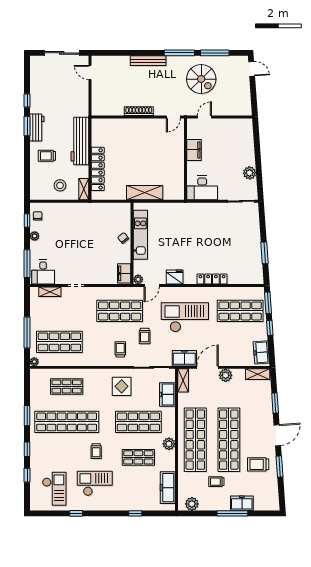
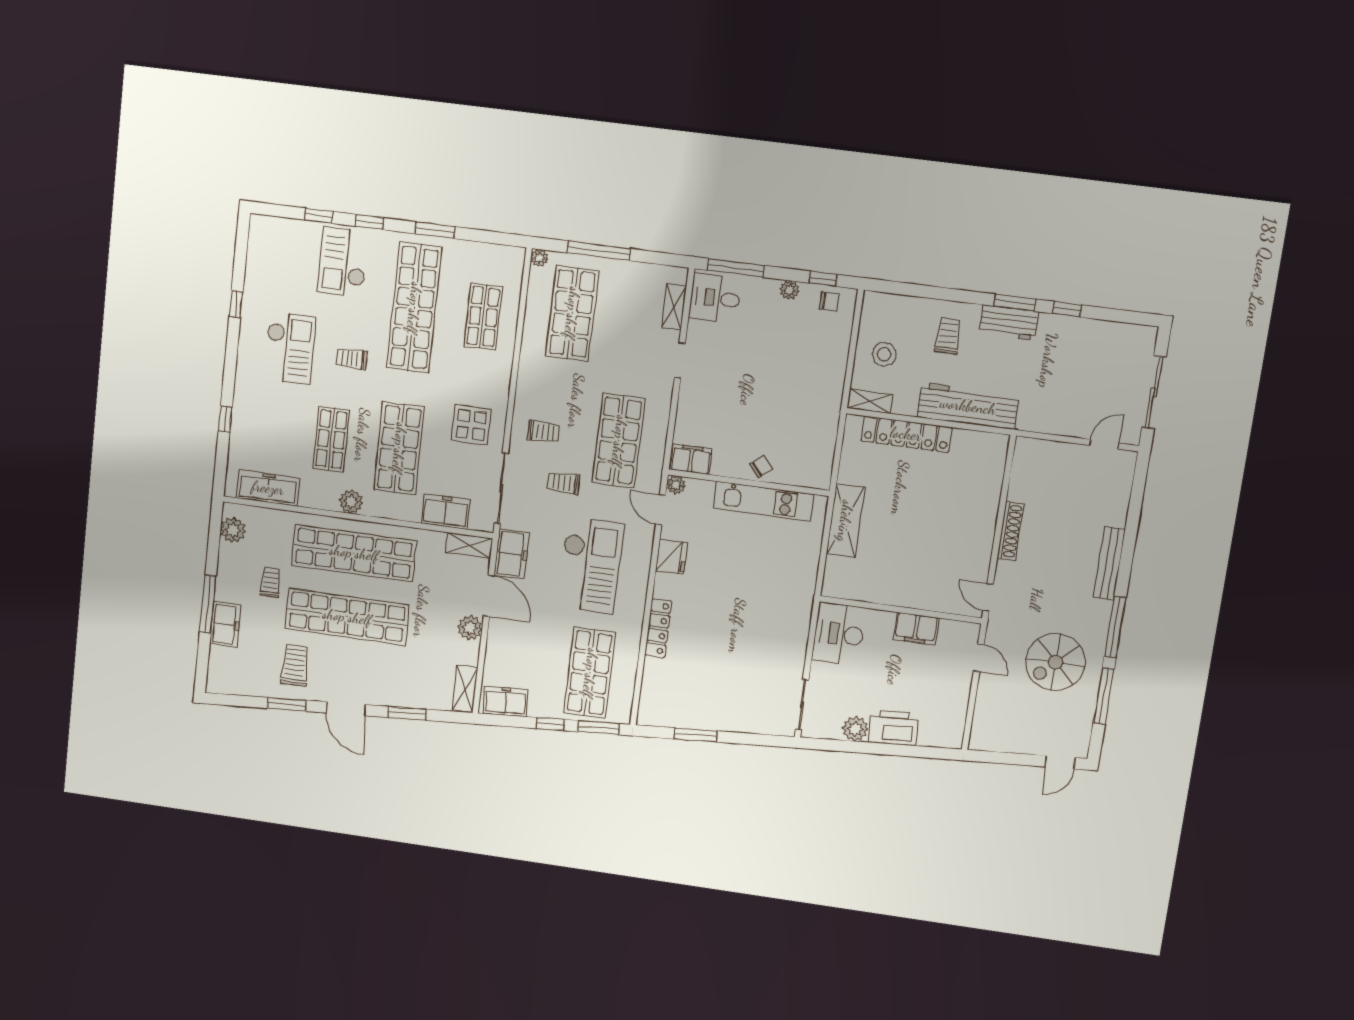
printer: (246, 154) -> (893, 728), added
checkout: (54, 489) -> (343, 262), moved, turned 90

